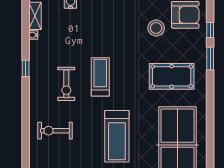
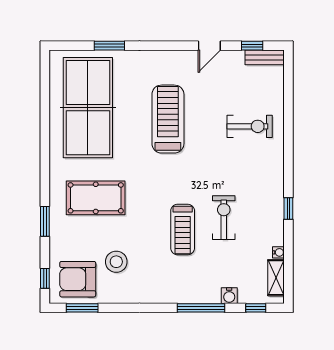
window: (210, 30) -> (45, 278), moved
treadmill: (100, 77) -> (183, 229), moved
exercise bike: (66, 84) -> (224, 218), moved

